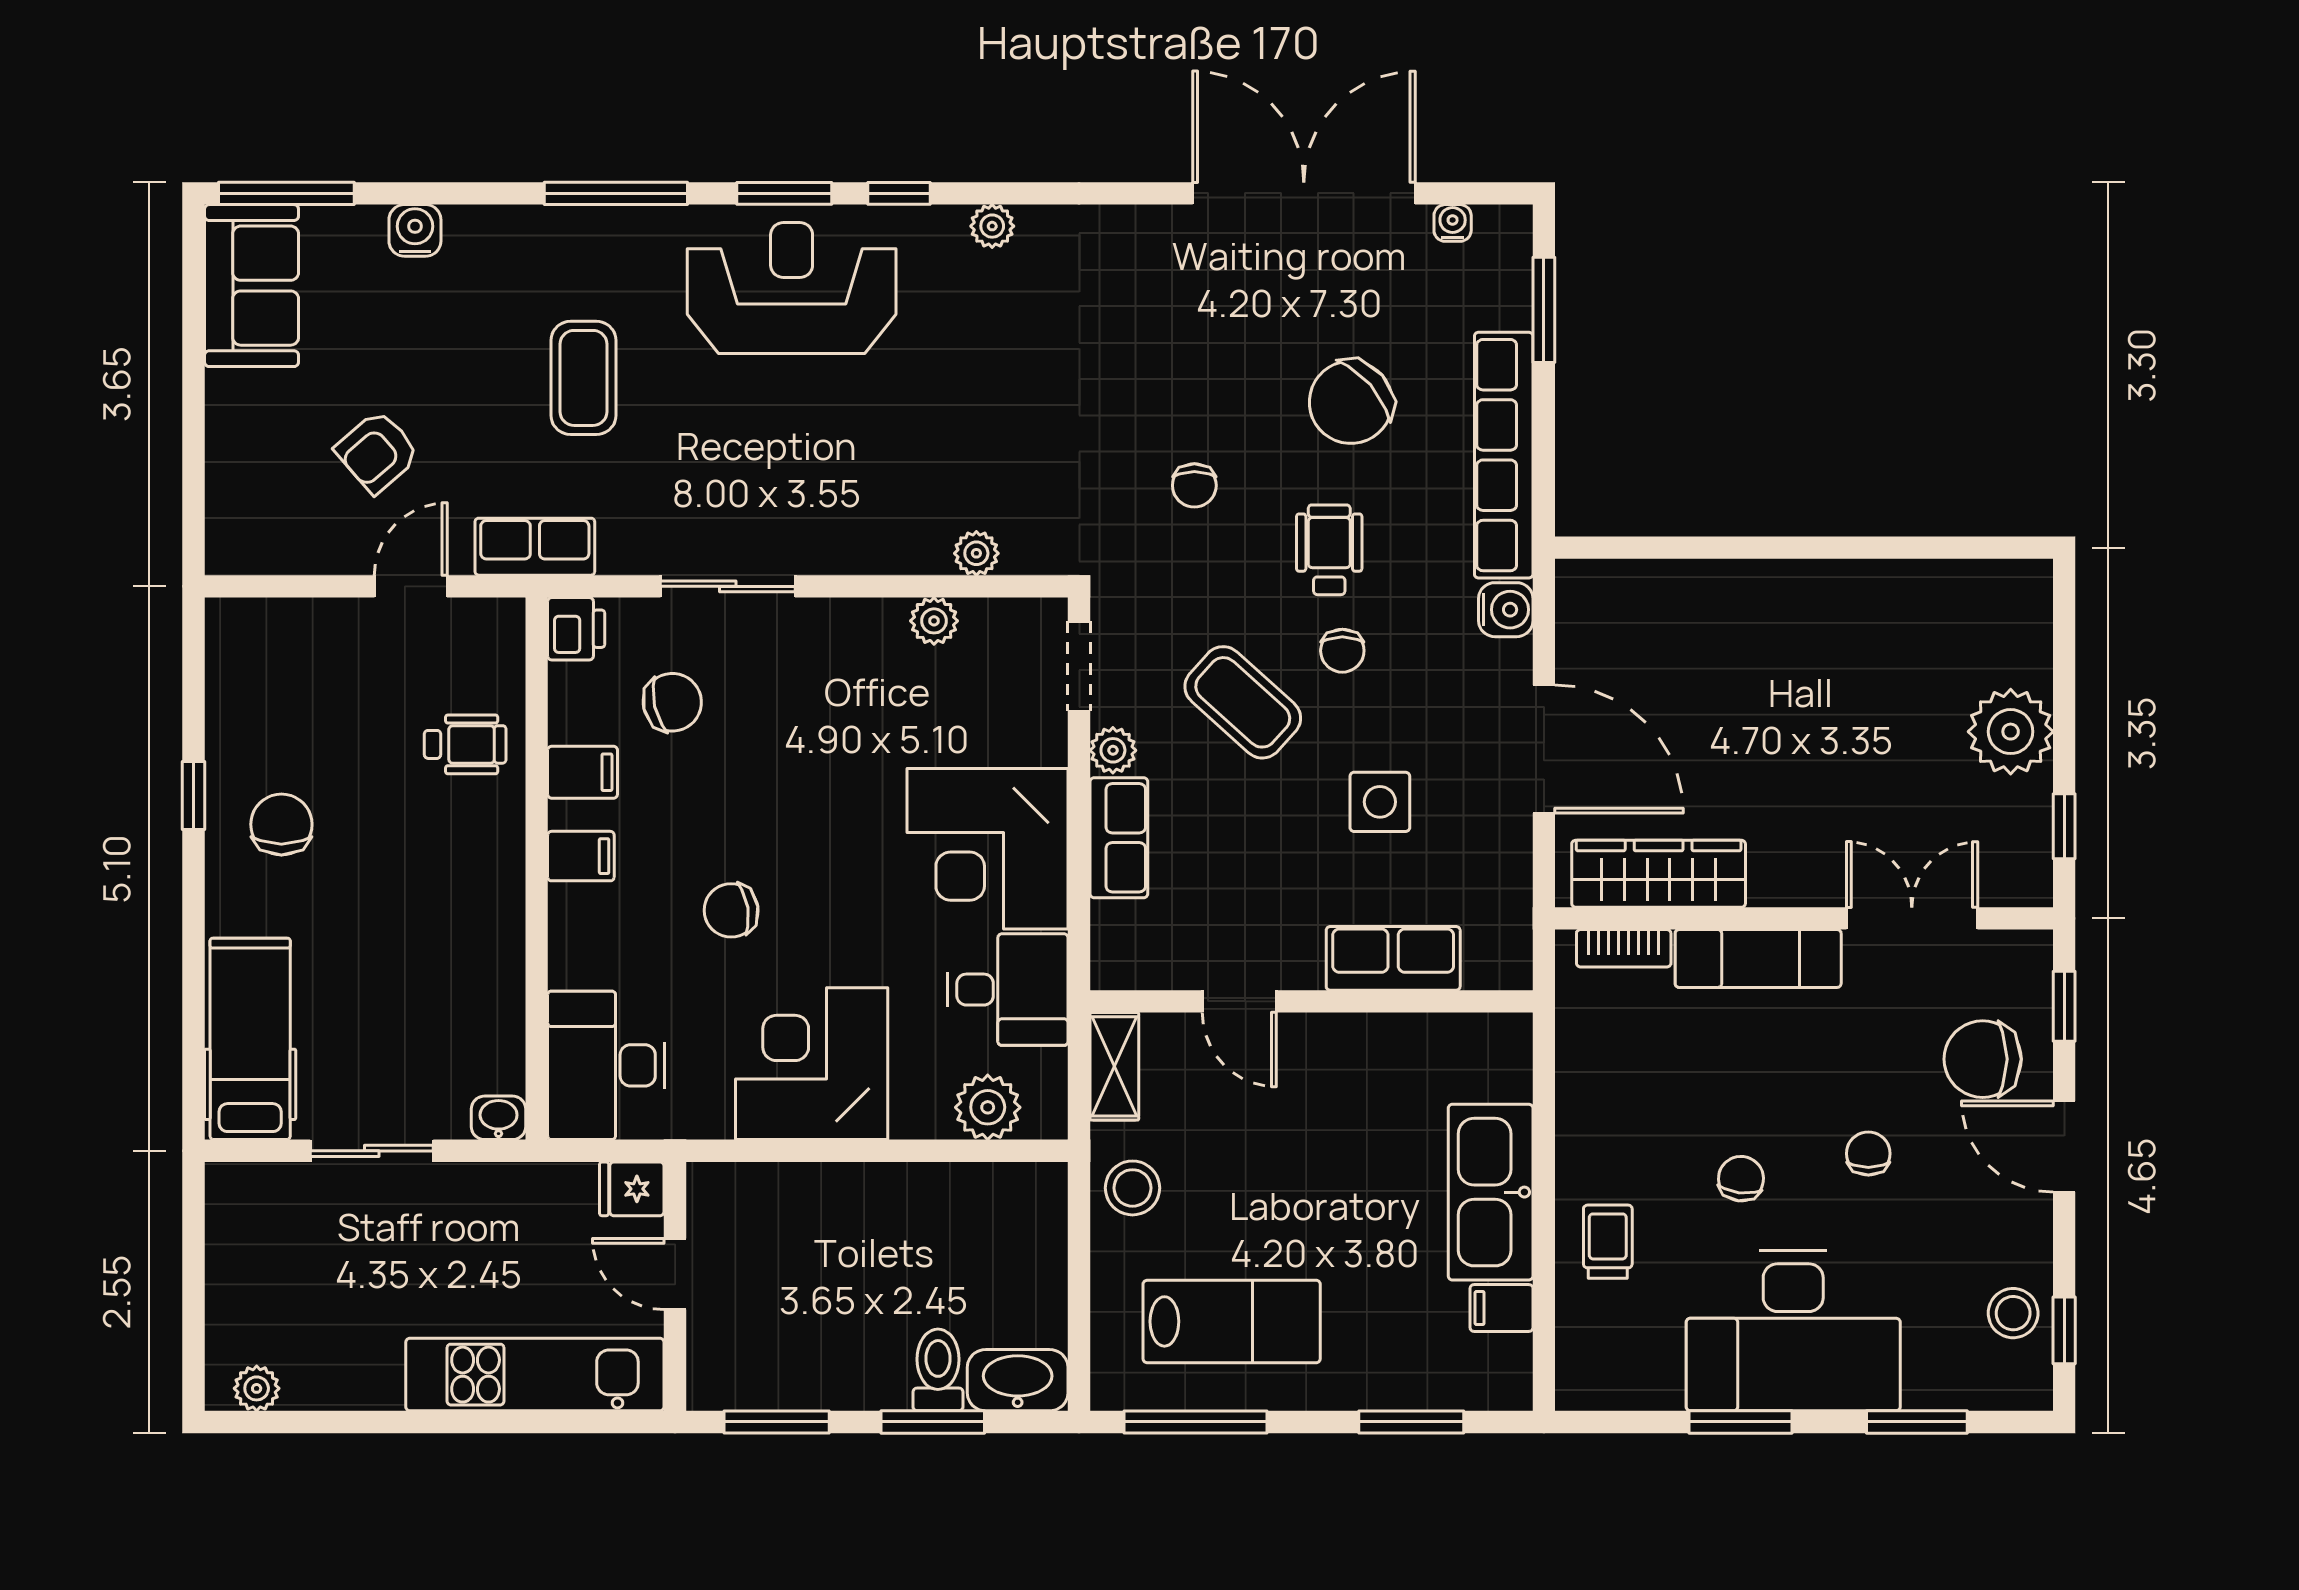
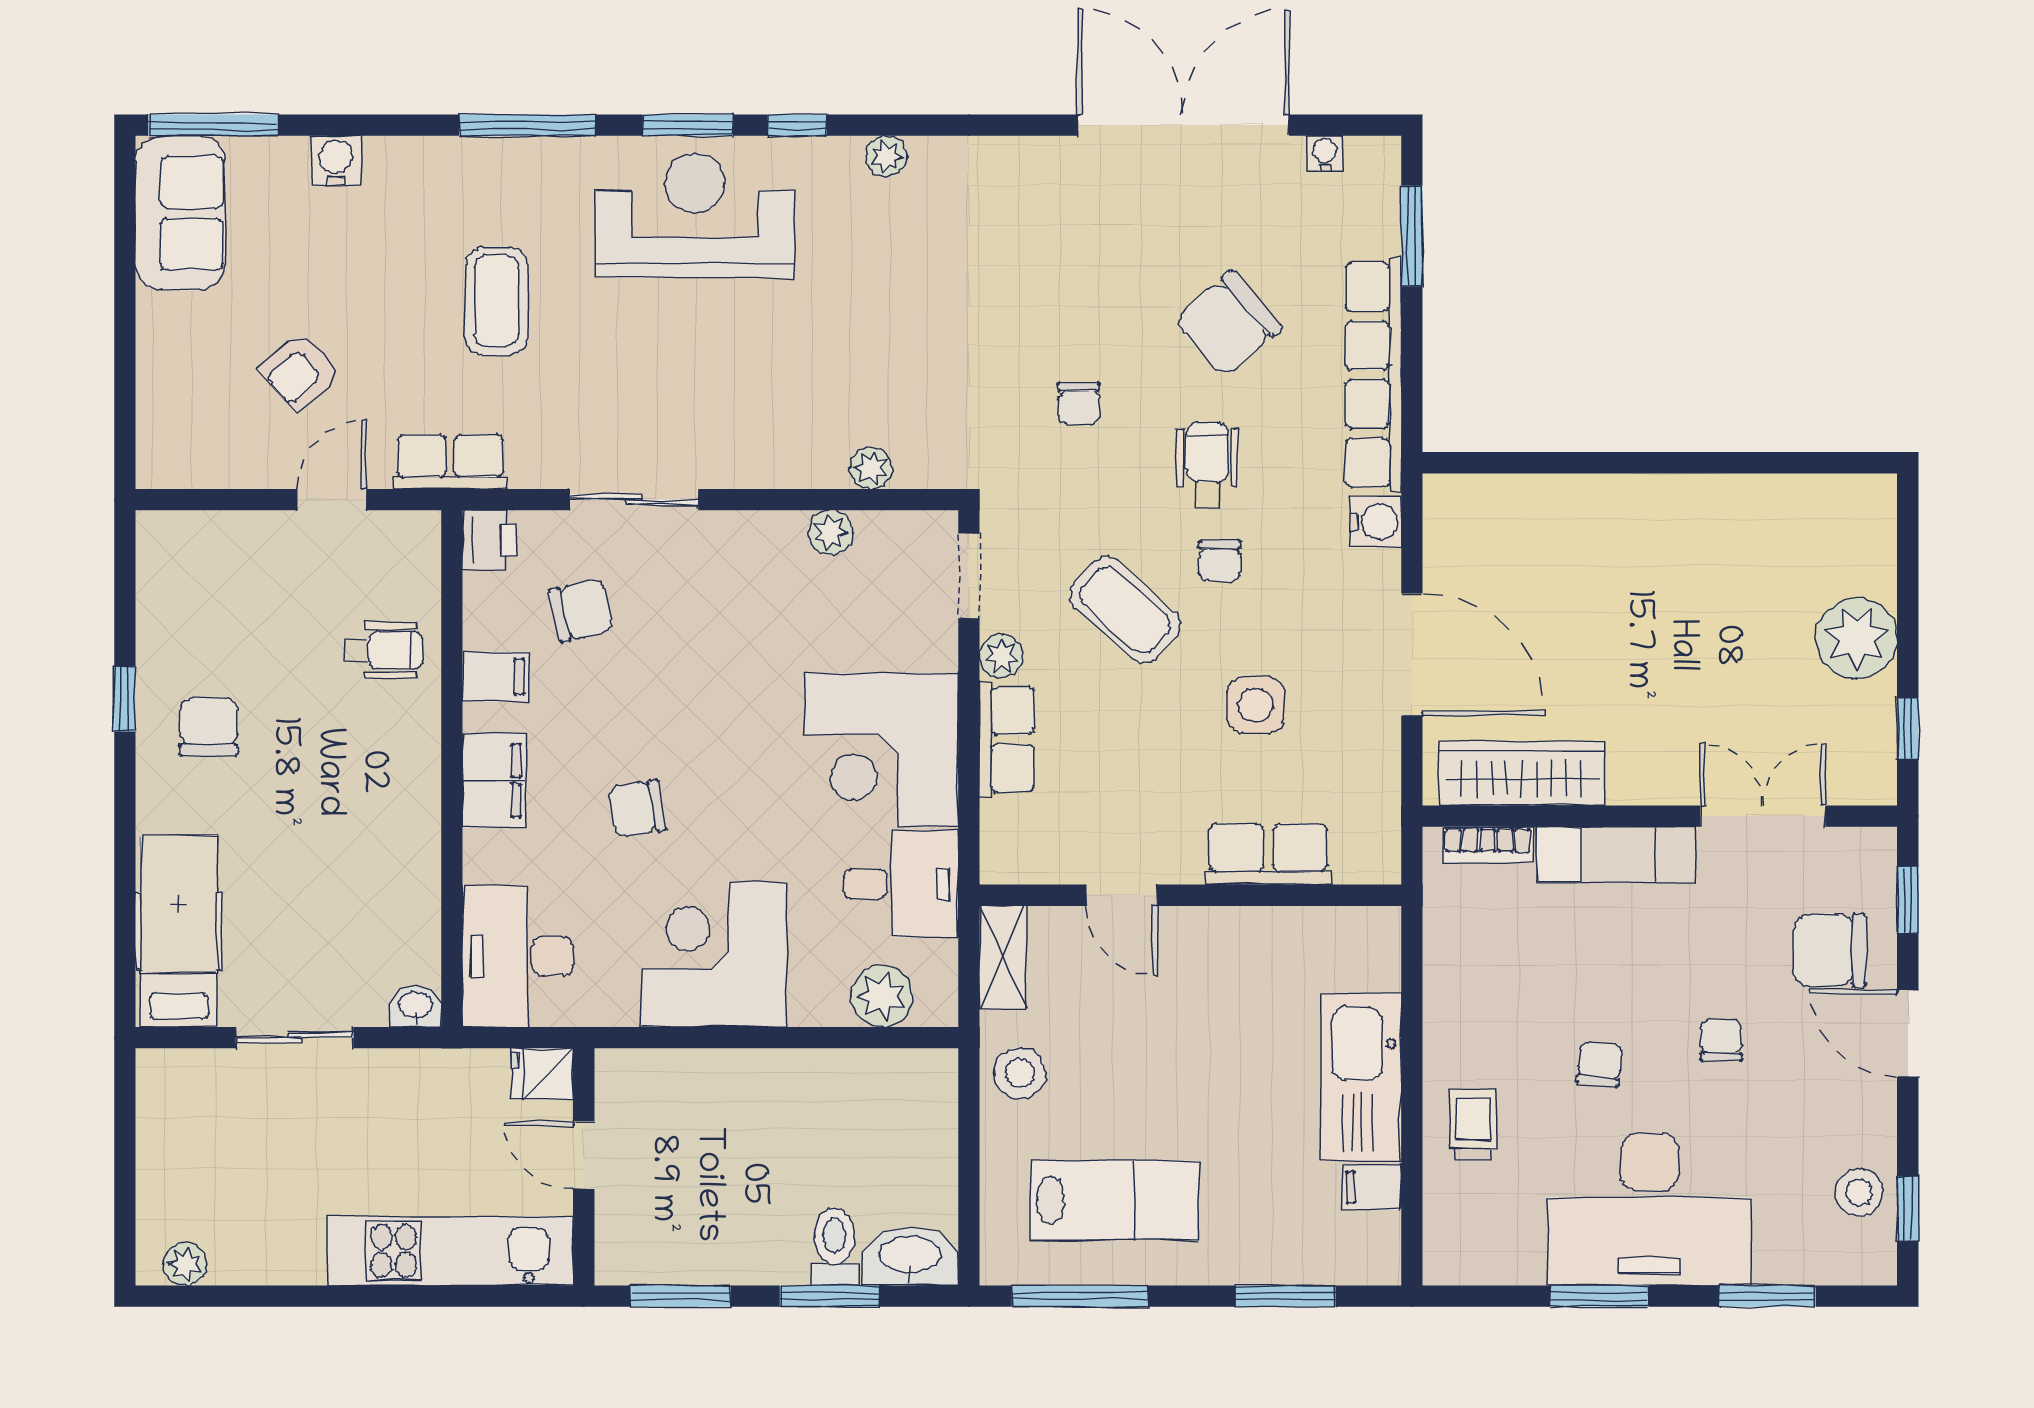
filing cabinet: (581, 856) -> (494, 780), width x2.00

